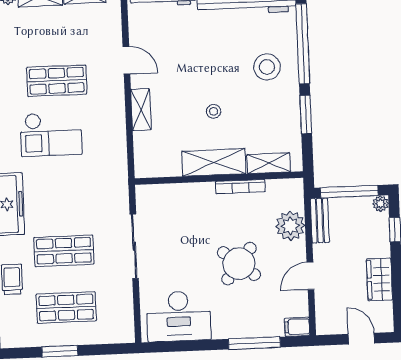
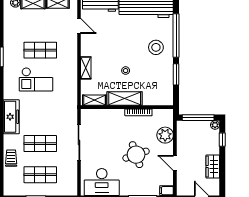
door: (126, 60) -> (79, 26), moved
shelving: (269, 163) -> (94, 100), moved
bench: (320, 220) -> (181, 133), removed
round table: (239, 264) -> (136, 155), turned 33
door: (310, 276) -> (175, 163), hinge flipped

